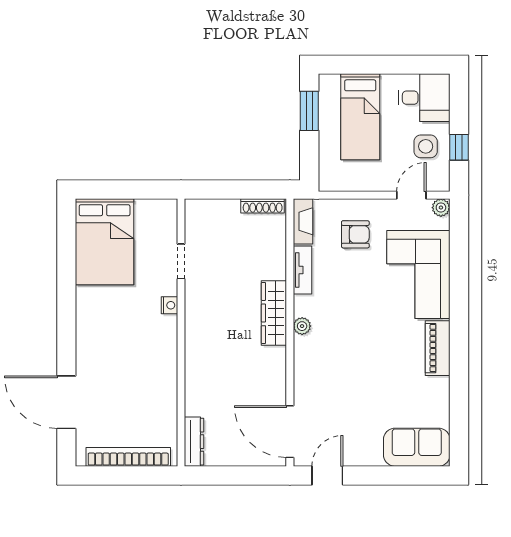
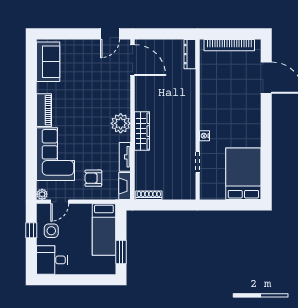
bed: (360, 117) -> (104, 229), moved, turned 180
plant: (302, 326) -> (121, 123), width x1.88, depth x1.88
sofa: (417, 447) -> (48, 62), moved, turned -90

